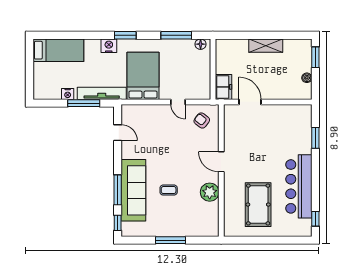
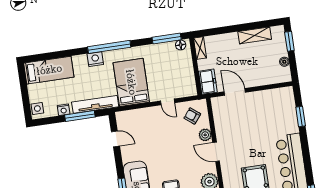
window: (125, 35) -> (109, 47), width x2.11
window: (176, 35) -> (167, 38), moved
shelving: (266, 46) -> (255, 35), moved
shelving: (220, 50) -> (200, 48), added
side table: (40, 89) -> (37, 109), added
plant: (212, 142) -> (205, 135), added

